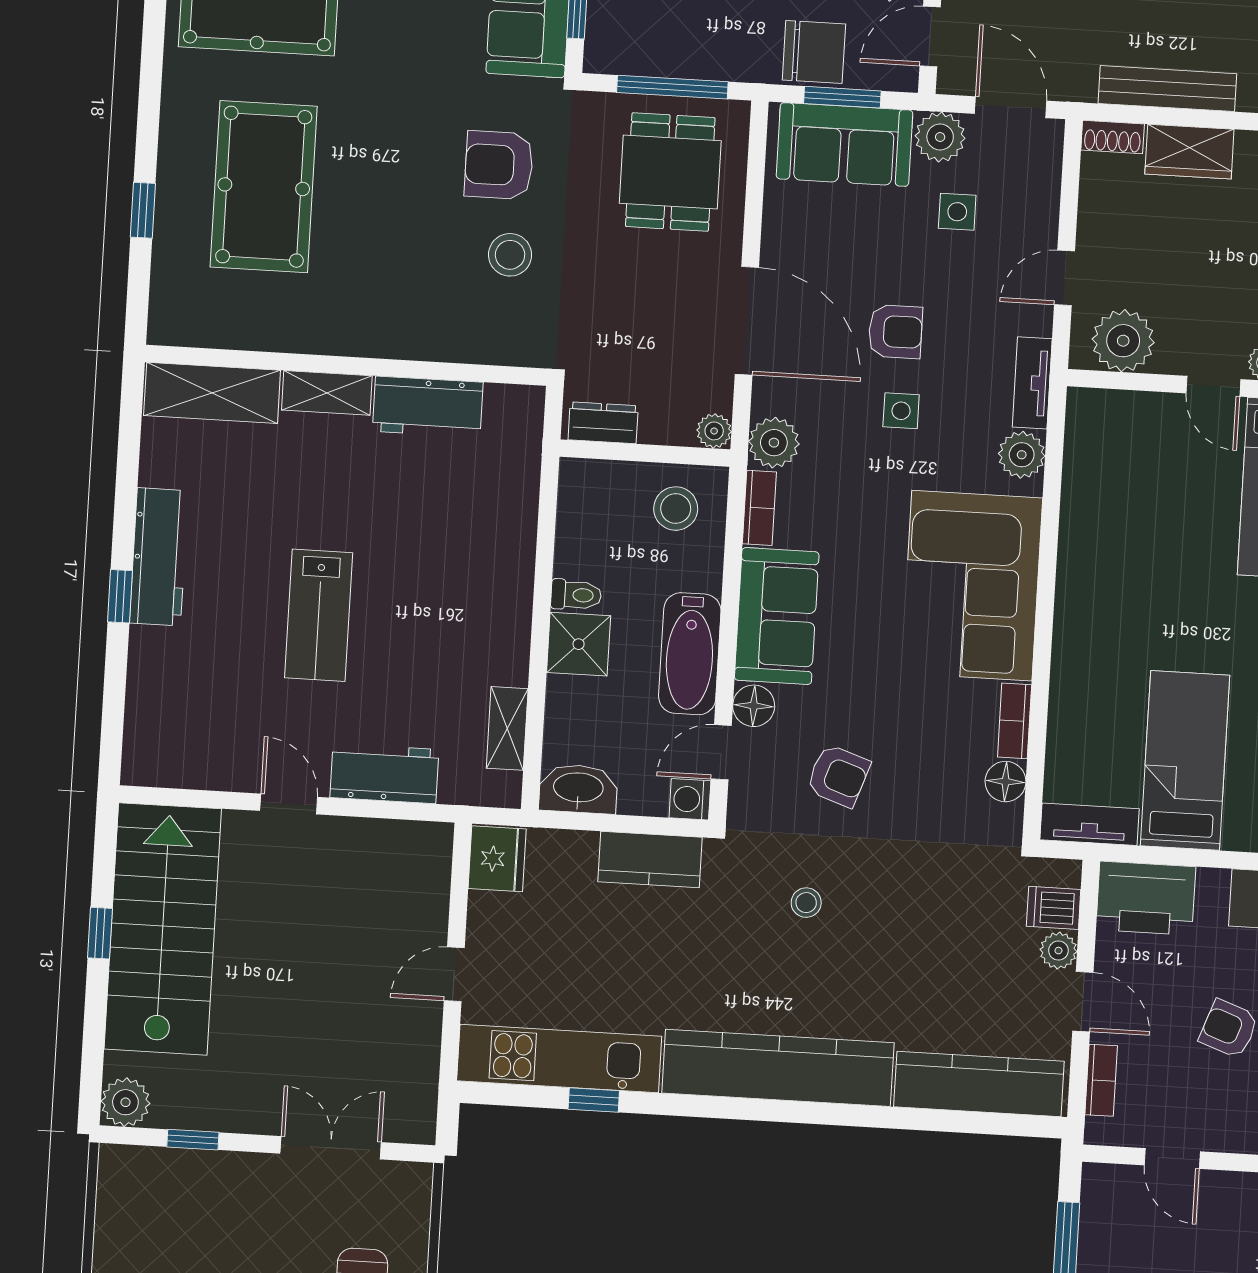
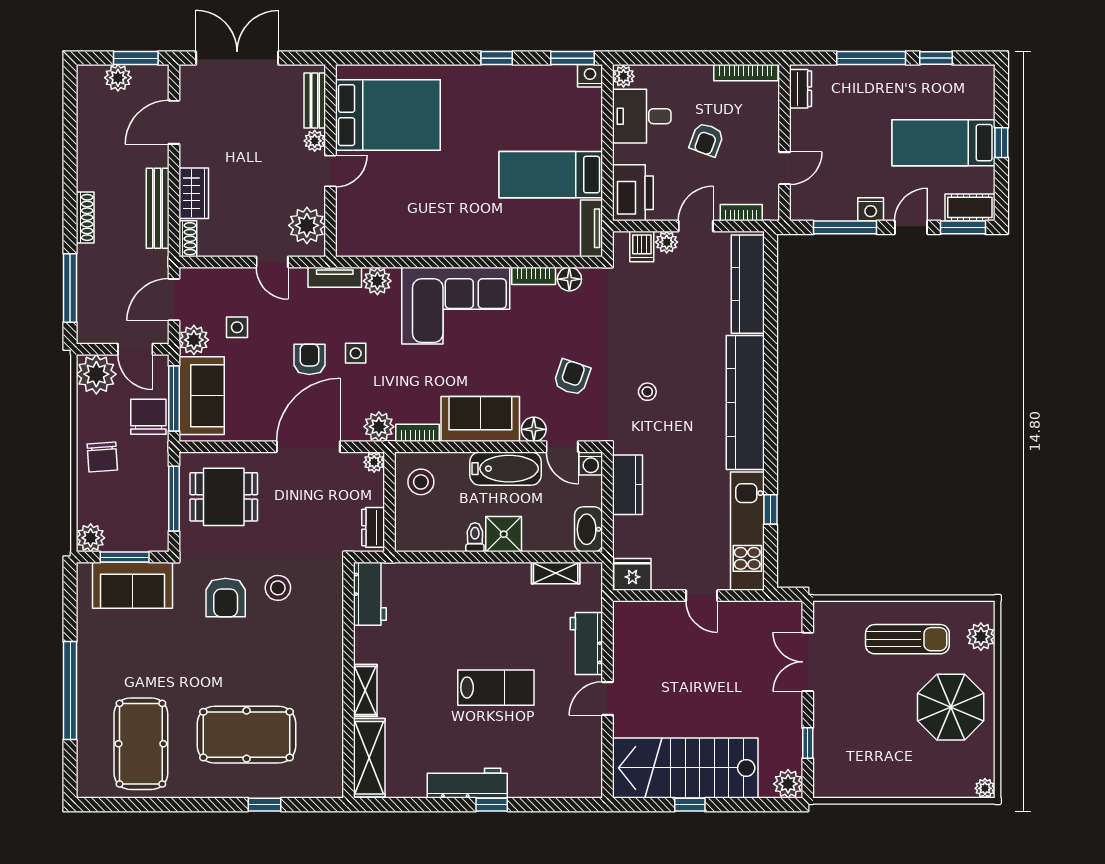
window: (842, 97) -> (174, 399), width x1.44
workbench: (428, 407) -> (370, 594), moved

